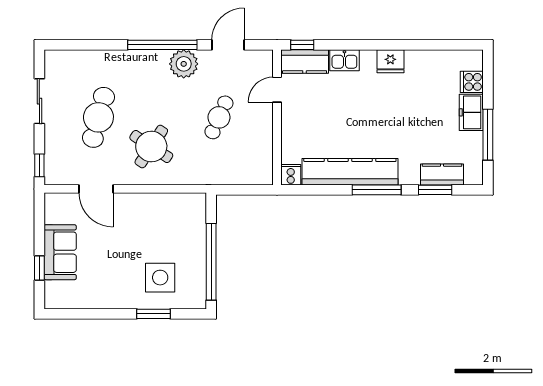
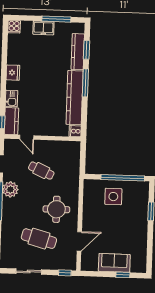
cooker: (472, 82) -> (14, 27), moved
round table: (151, 147) -> (56, 209), turned -33
kitchen counter: (442, 174) -> (78, 52), width x1.50
side table: (160, 278) -> (113, 197), moved

